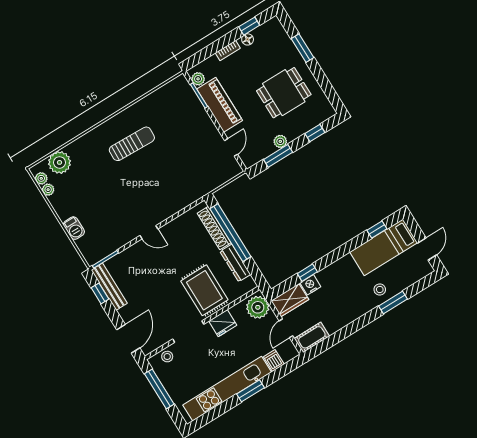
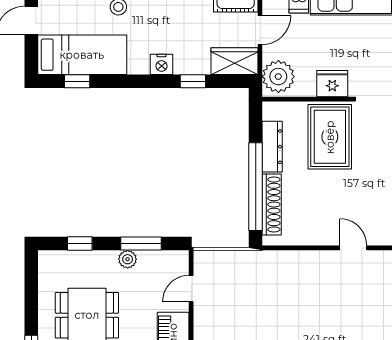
nightstand: (310, 285) -> (161, 64), moved

